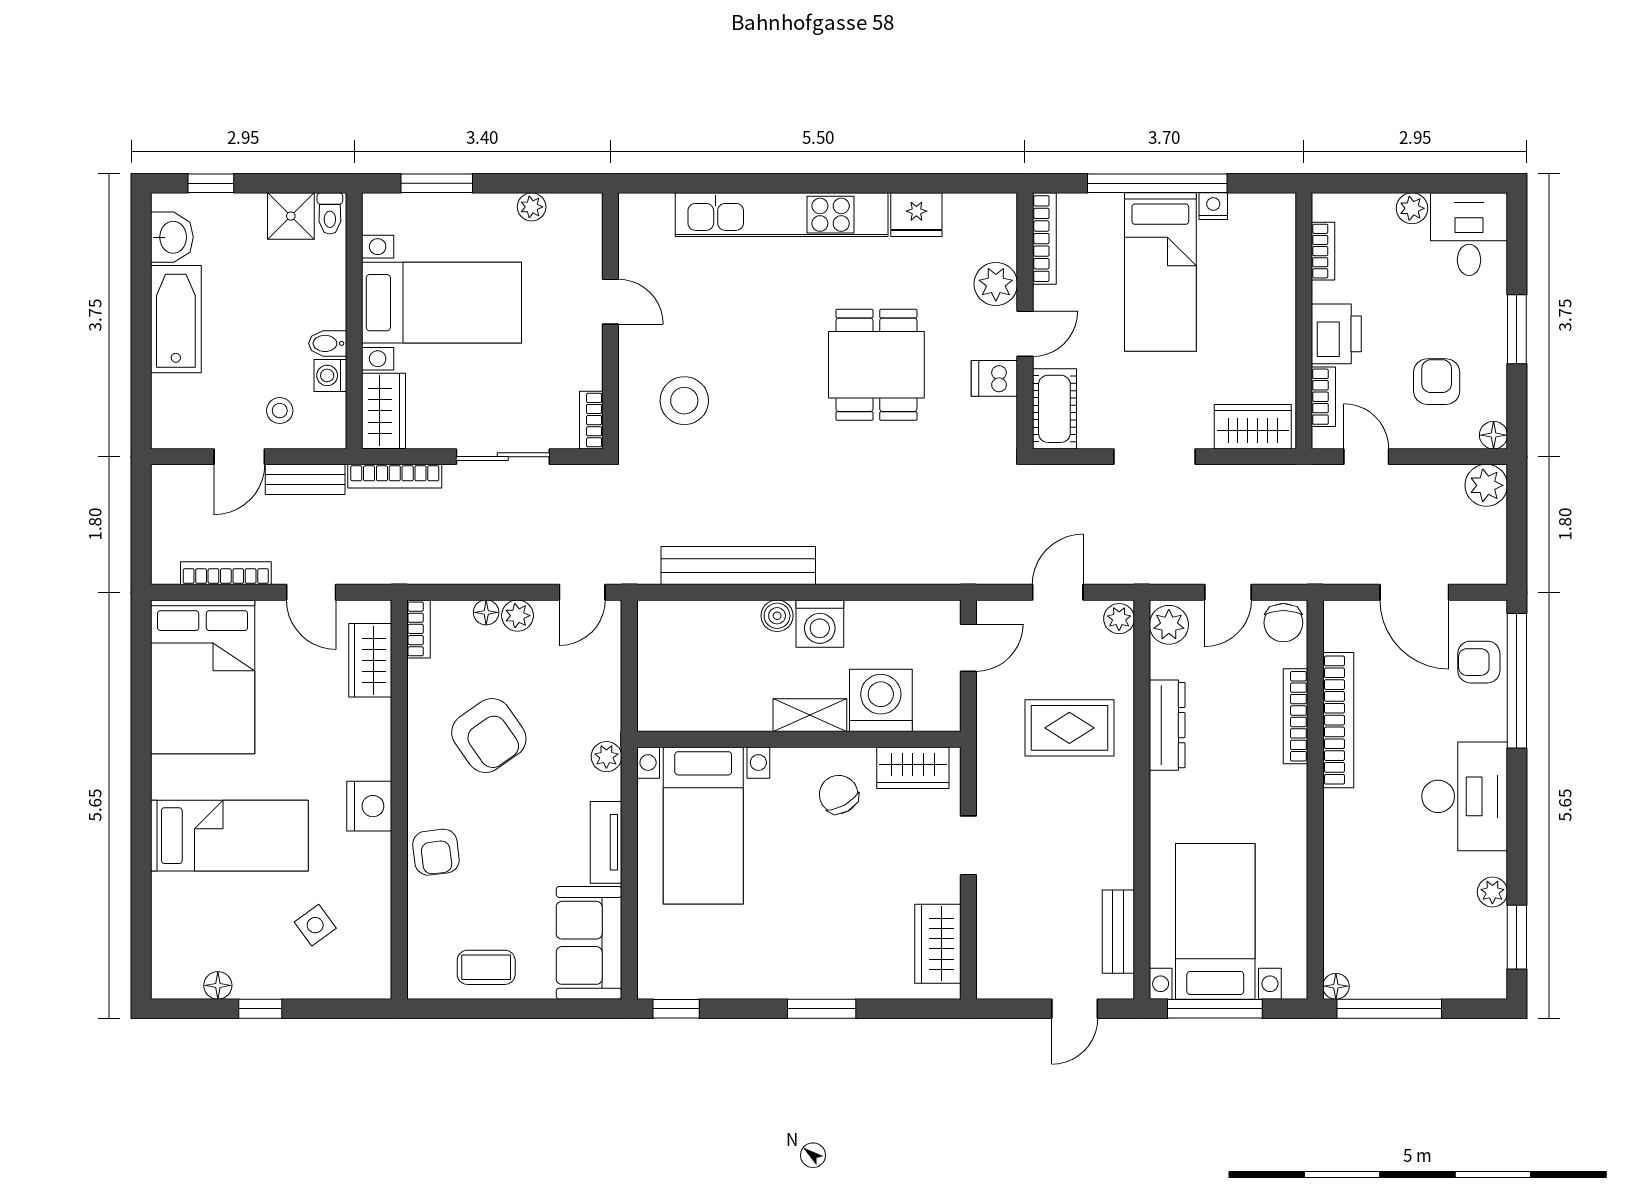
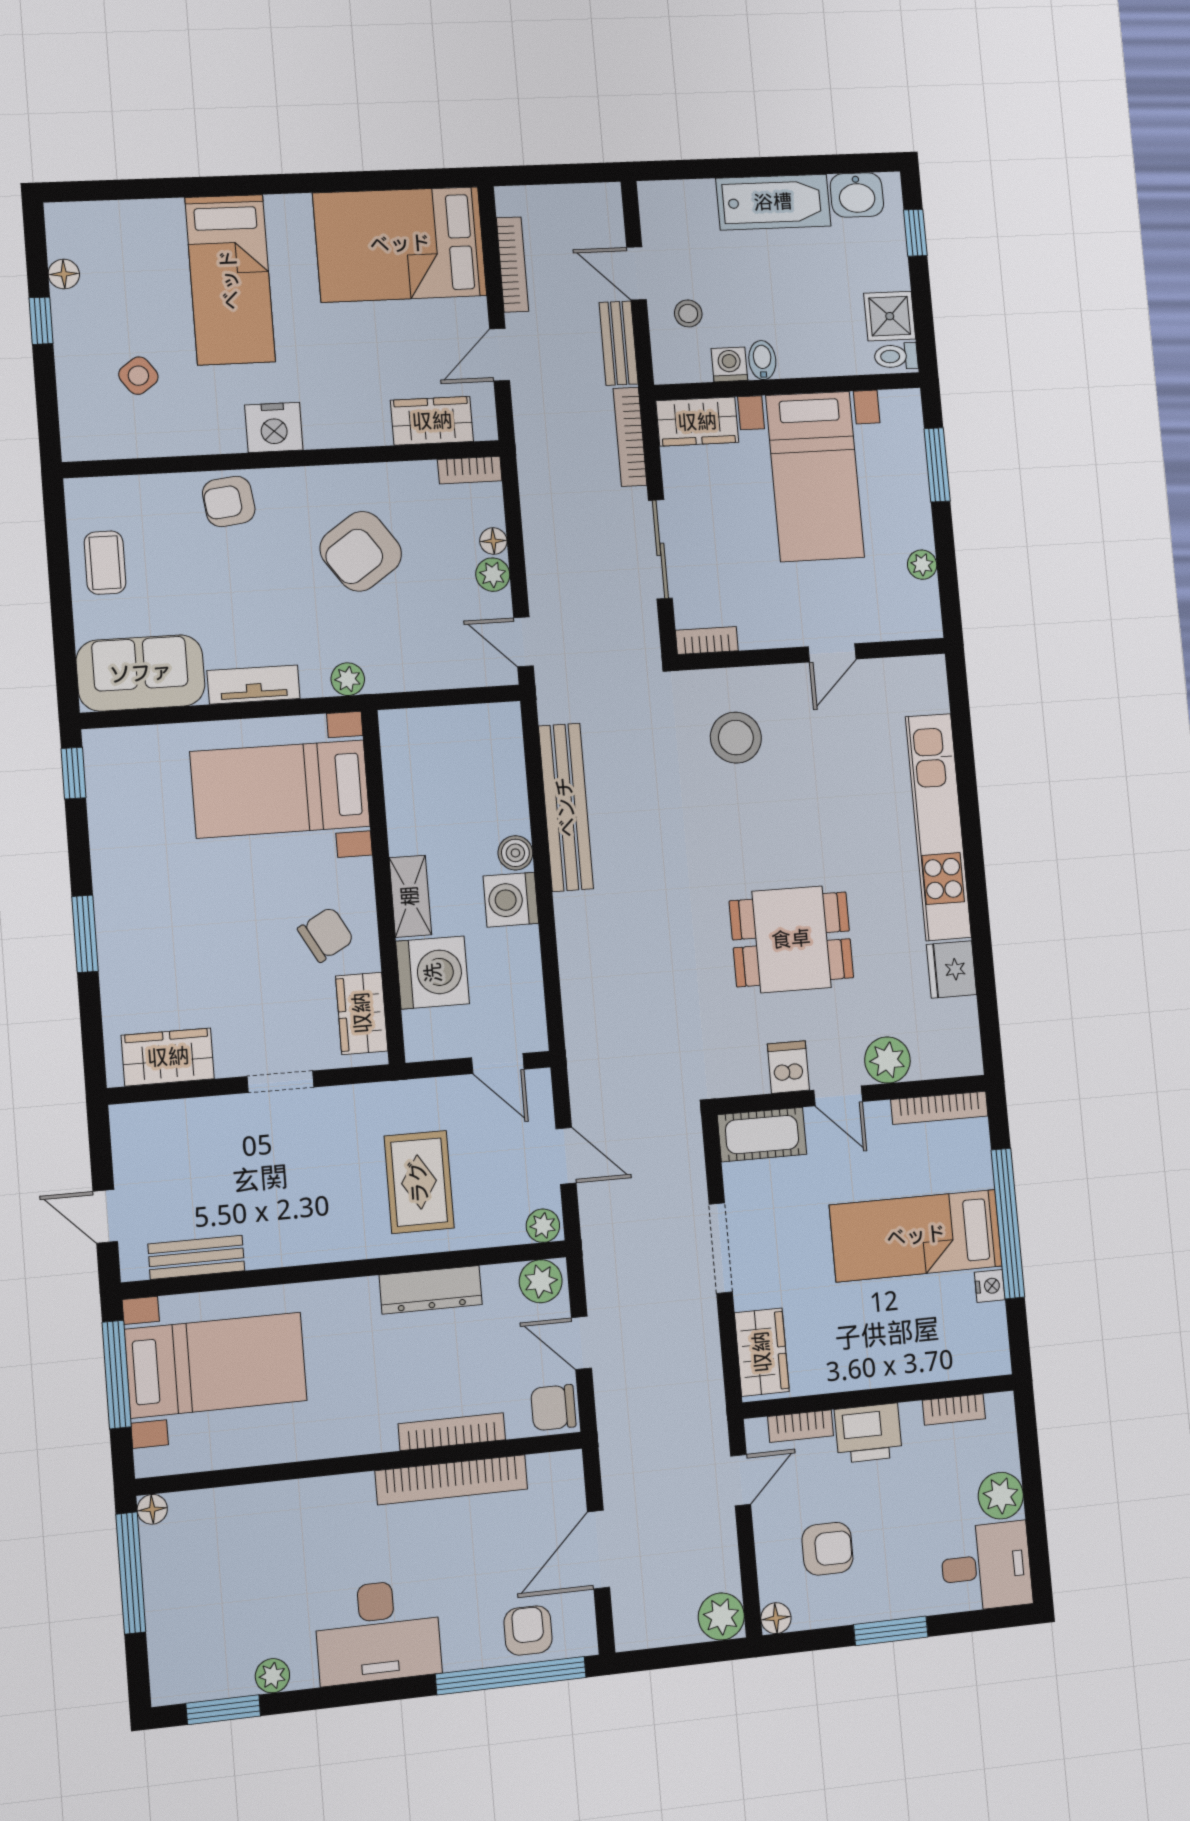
plant: (1412, 208) -> (1001, 1496), width x1.38, depth x1.38

